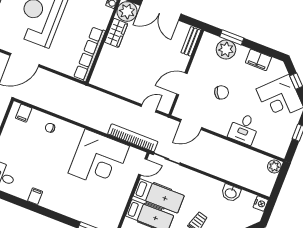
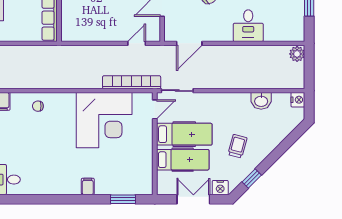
filing cabinet: (35, 196) -> (88, 186), moved

